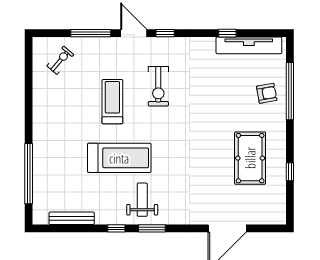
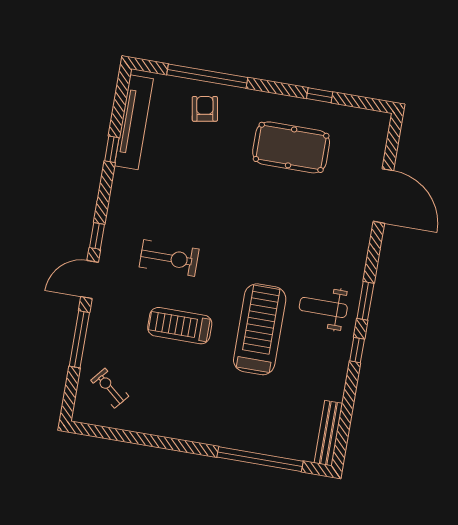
bench: (72, 218) -> (328, 433), moved

